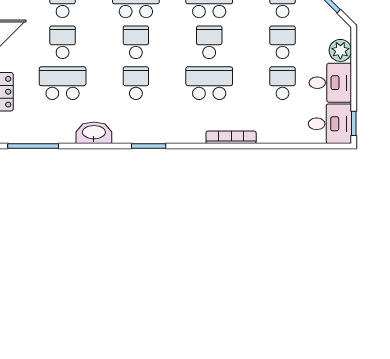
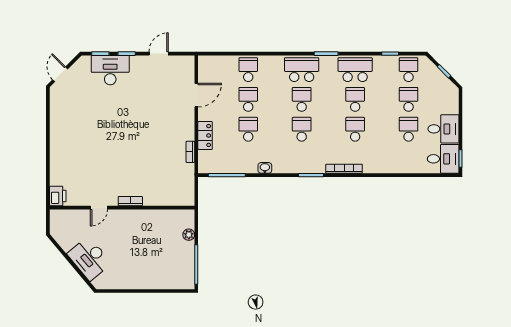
plant: (340, 50) -> (451, 105), removed
school desk: (63, 83) -> (248, 129), width x0.54
school desk: (209, 83) -> (355, 129), width x0.54
washbasin: (94, 133) -> (265, 168), width x0.52, depth x0.69
bookcase: (231, 137) -> (344, 169), moved

